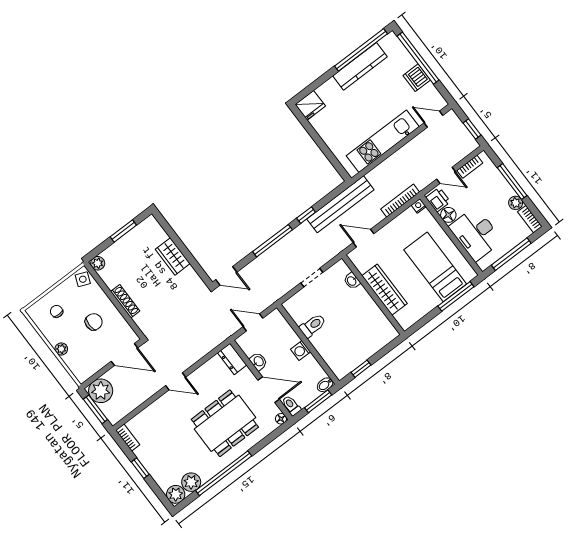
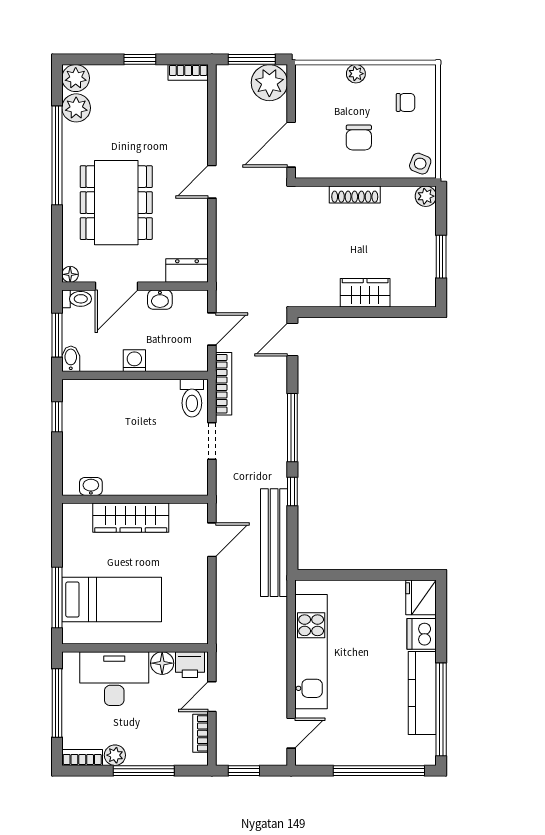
dishwasher: (417, 78) -> (422, 634), moved, turned -90
bookcase: (400, 201) -> (224, 384), moved
nightstand: (419, 206) -> (200, 636), removed
washbasin: (352, 281) -> (91, 486), moved
toilet: (313, 326) -> (192, 398), moved

